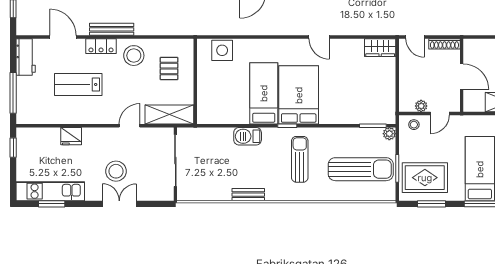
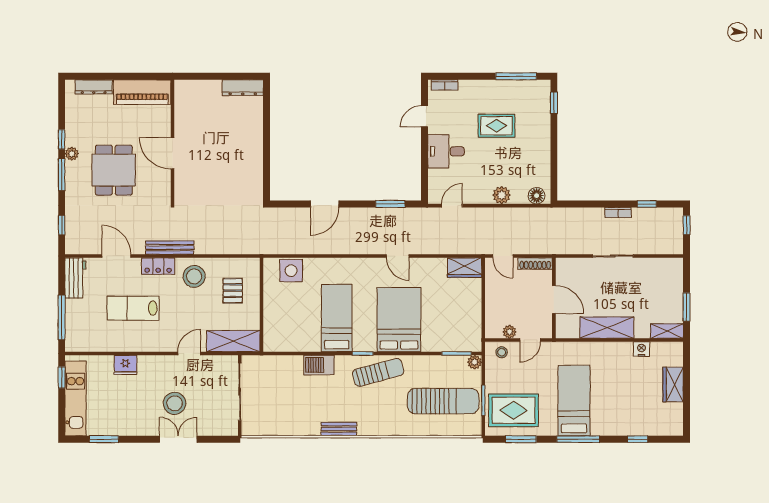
bed: (299, 95) -> (399, 320), moved
sun lounger: (300, 159) -> (378, 372), moved, turned 75
kitchen unit: (50, 191) -> (76, 398), moved, turned 90
bench: (248, 195) -> (339, 429), moved

